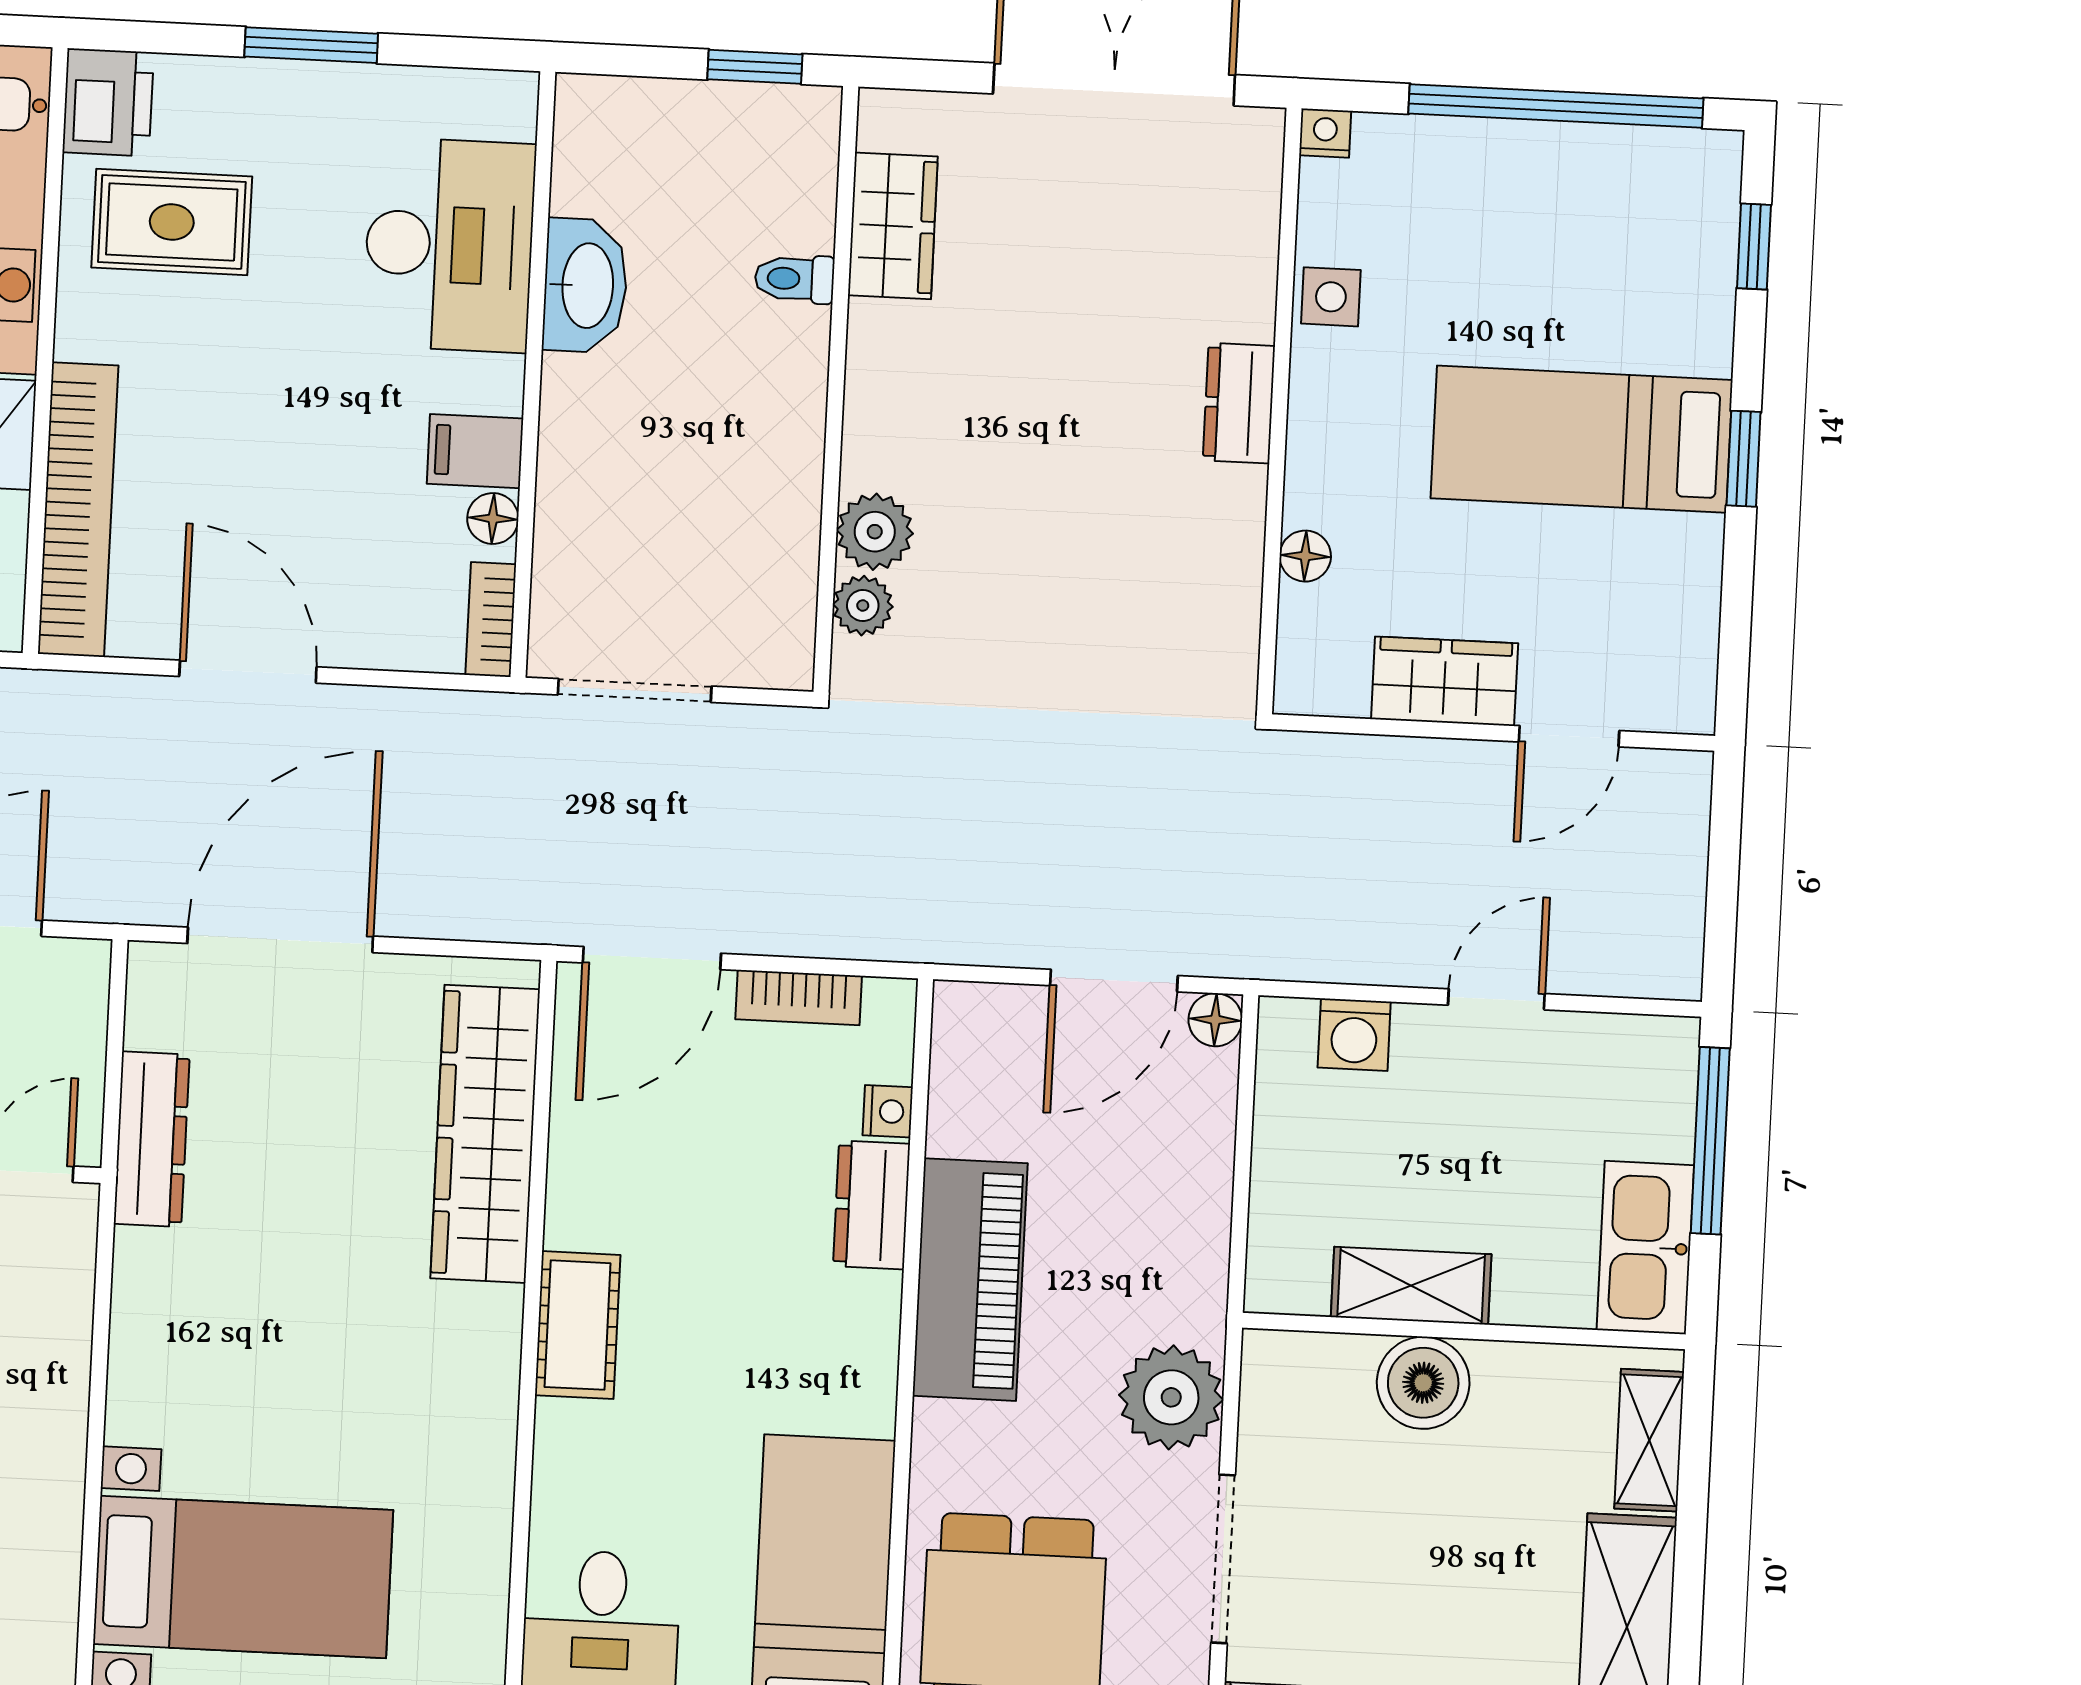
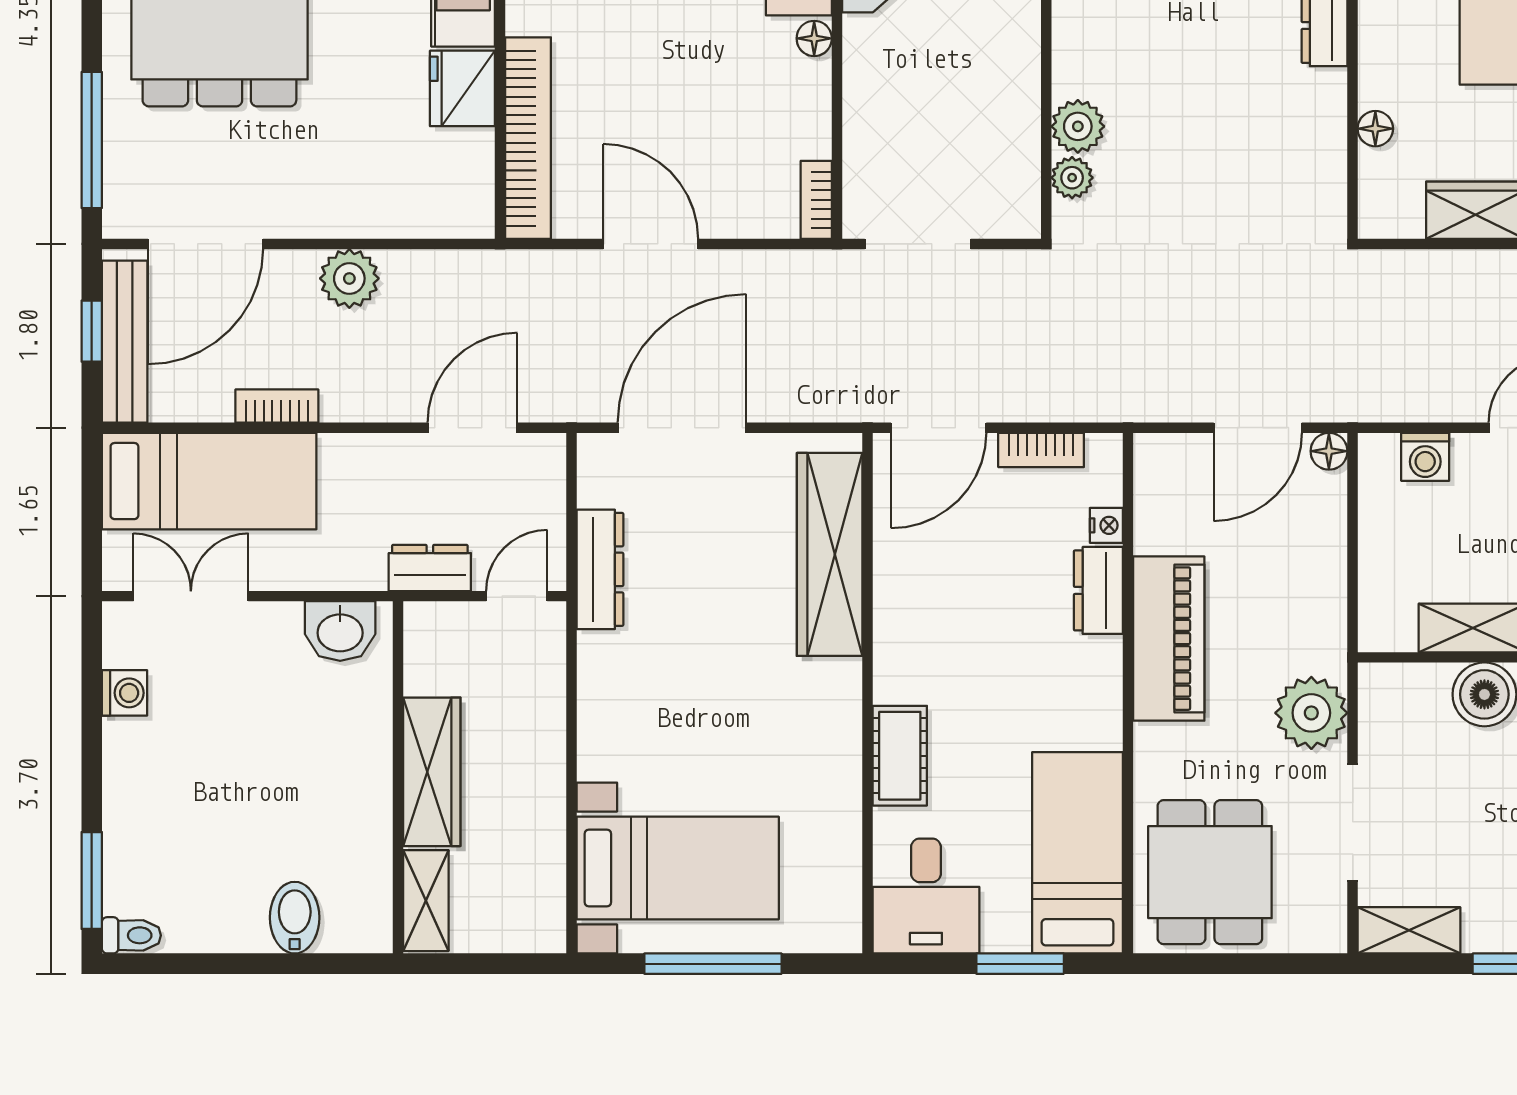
filing cabinet: (475, 451) -> (800, 84), removed
floor lamp: (493, 519) -> (814, 38), moved
cot: (578, 1325) -> (900, 756), moved

